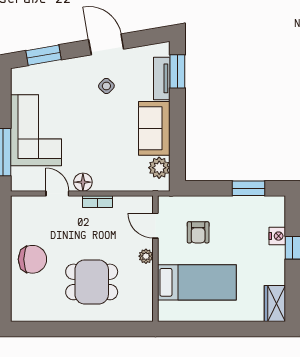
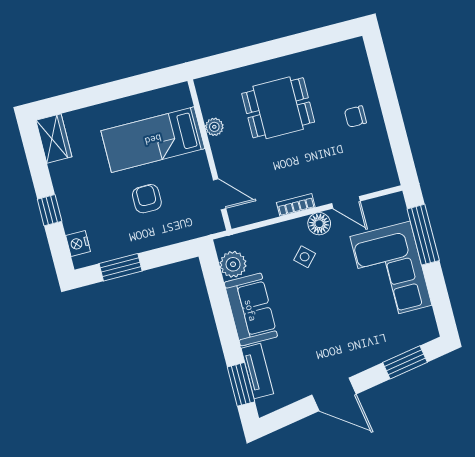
side table: (106, 86) -> (305, 257), moved
armchair: (198, 232) -> (147, 199), moved
nightstand: (277, 236) -> (78, 243), moved
plant: (146, 256) -> (214, 127), moved
chair: (32, 259) -> (355, 116), width x0.54, depth x0.54

